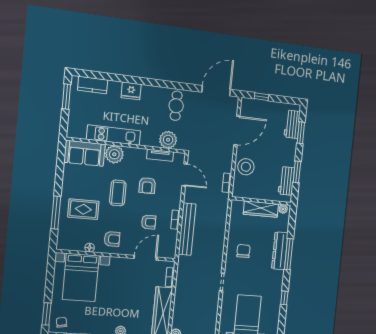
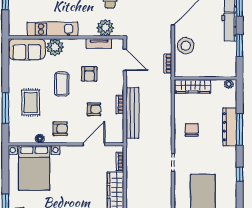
workbench: (286, 181) -> (229, 27), moved
rug: (83, 209) -> (31, 103), turned 90
wardrobe: (261, 209) -> (193, 86), moved

